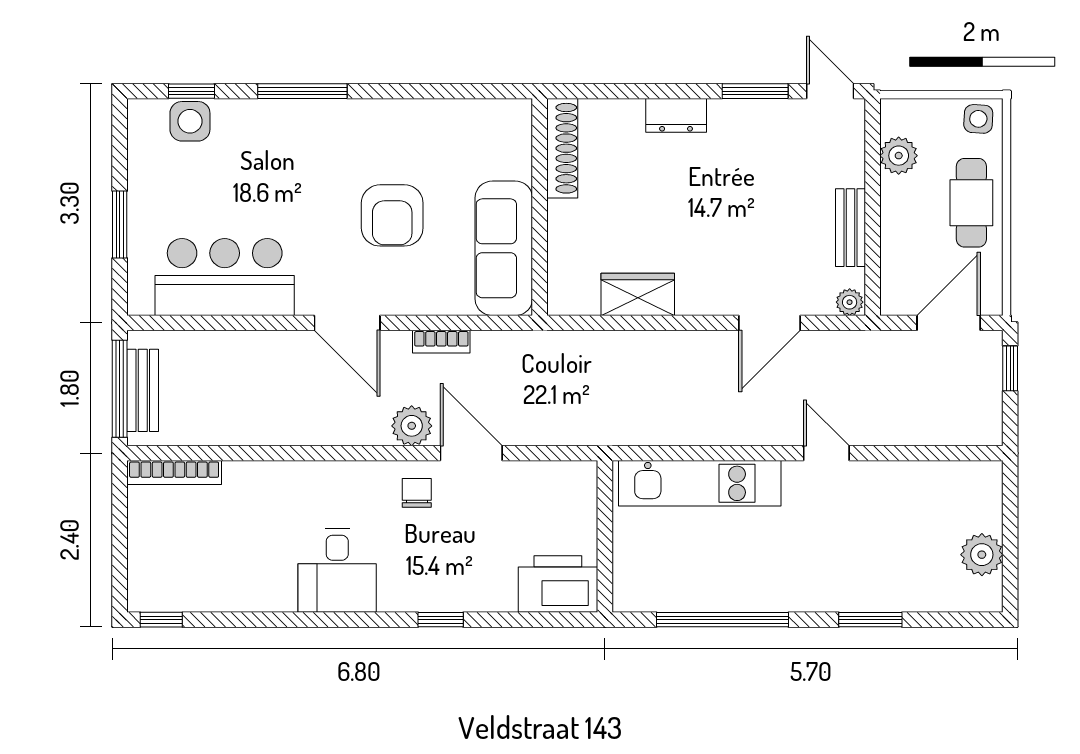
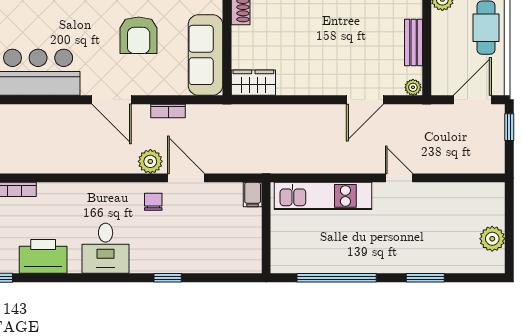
wardrobe: (638, 294) -> (253, 83), moved
filing cabinet: (582, 481) -> (253, 195), added
printer: (558, 584) -> (43, 256), moved

